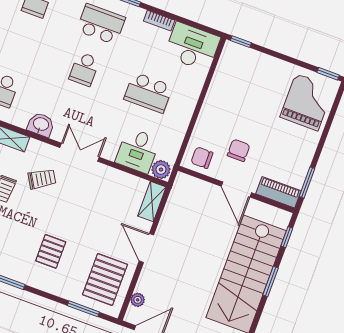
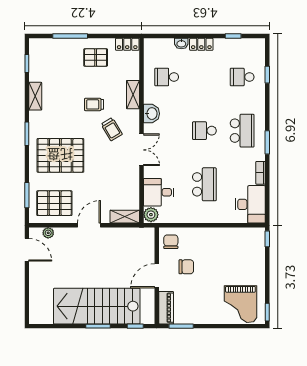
school desk: (148, 93) -> (204, 184), turned 180
grand piano: (307, 102) -> (240, 304), turned 90
pallet: (51, 251) -> (60, 155), width x2.05, depth x2.00

